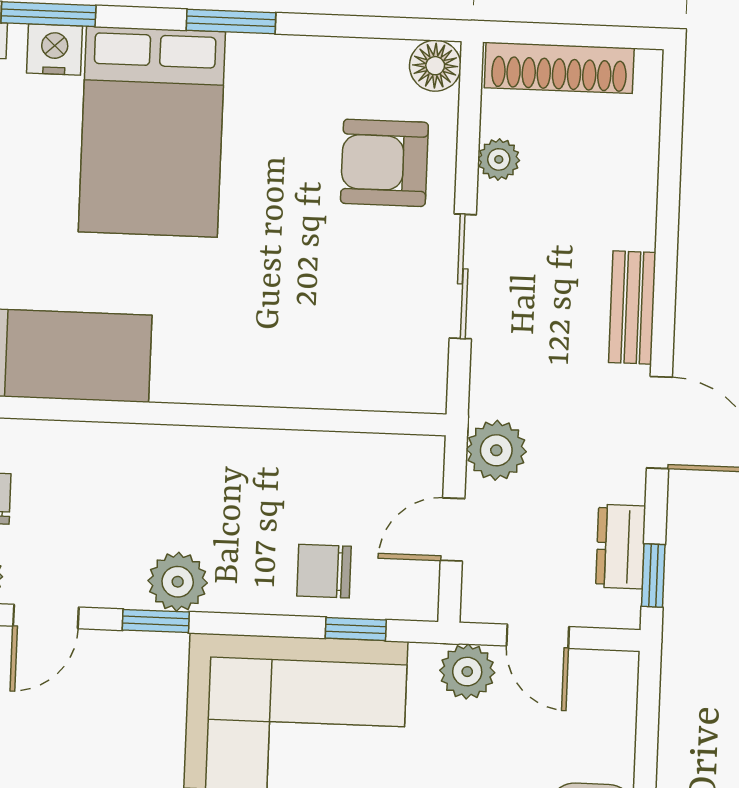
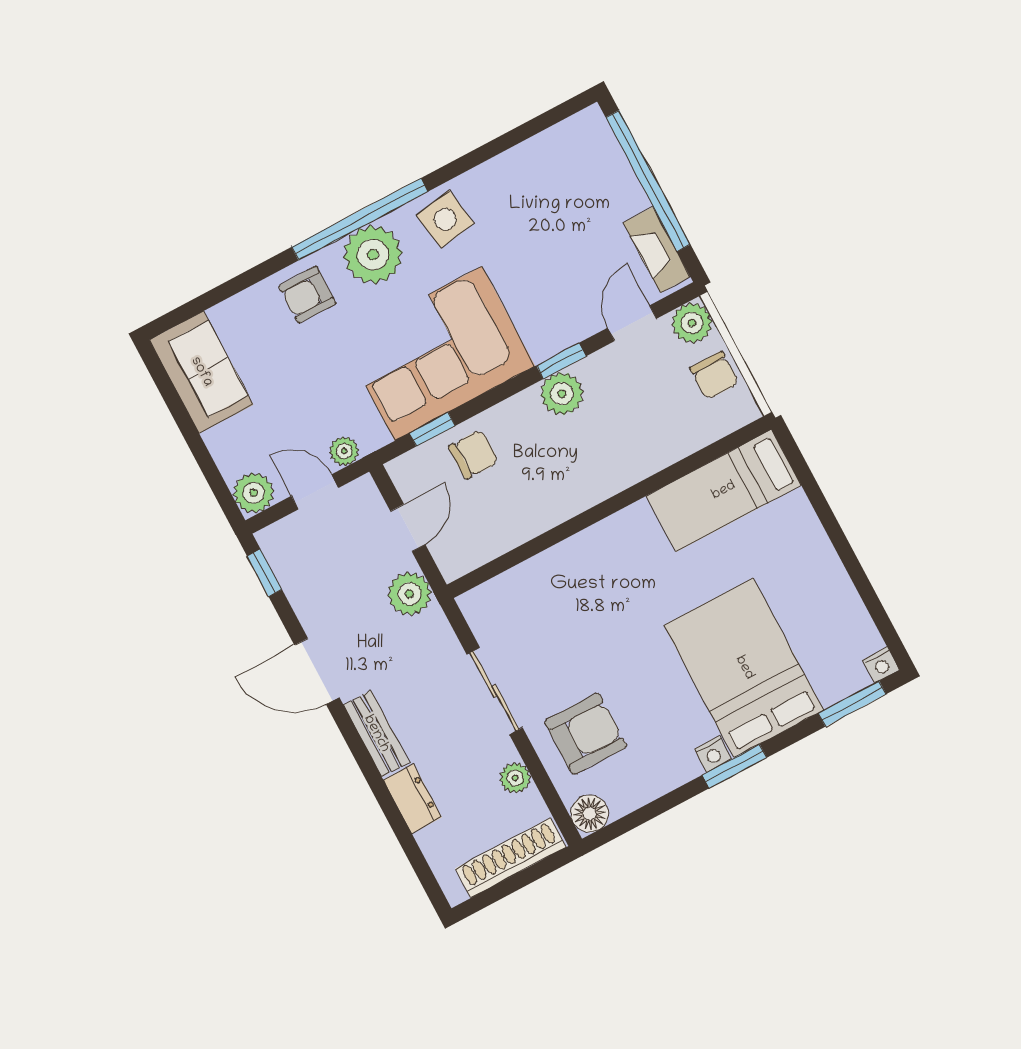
nightstand: (55, 49) -> (713, 754), moved, width x0.72, depth x0.74
dresser: (621, 547) -> (413, 799), moved
plant: (467, 672) -> (344, 451), width x0.73, depth x0.73
plant: (611, 678) -> (254, 493), added

